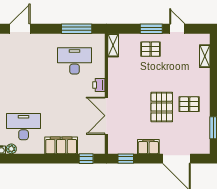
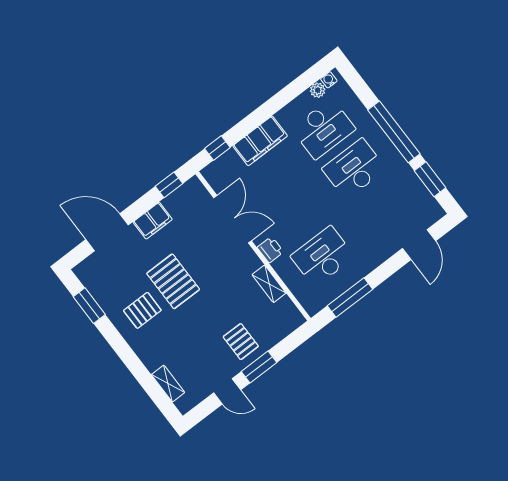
shelving: (113, 45) -> (269, 284), moved
pallet: (151, 49) -> (241, 342), turned 90
desk: (75, 61) -> (323, 256), turned 180
desk: (24, 94) -> (354, 169), added

